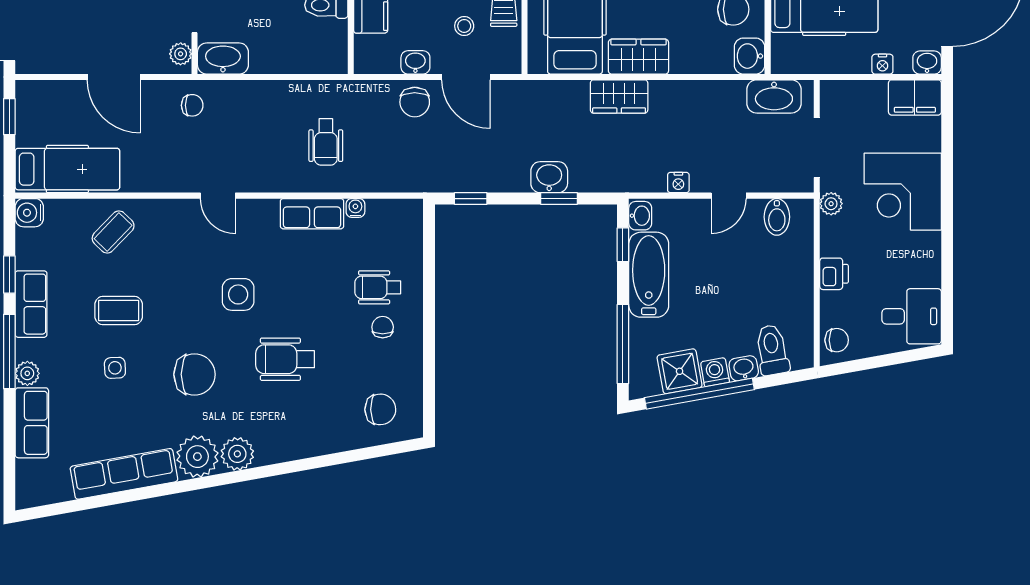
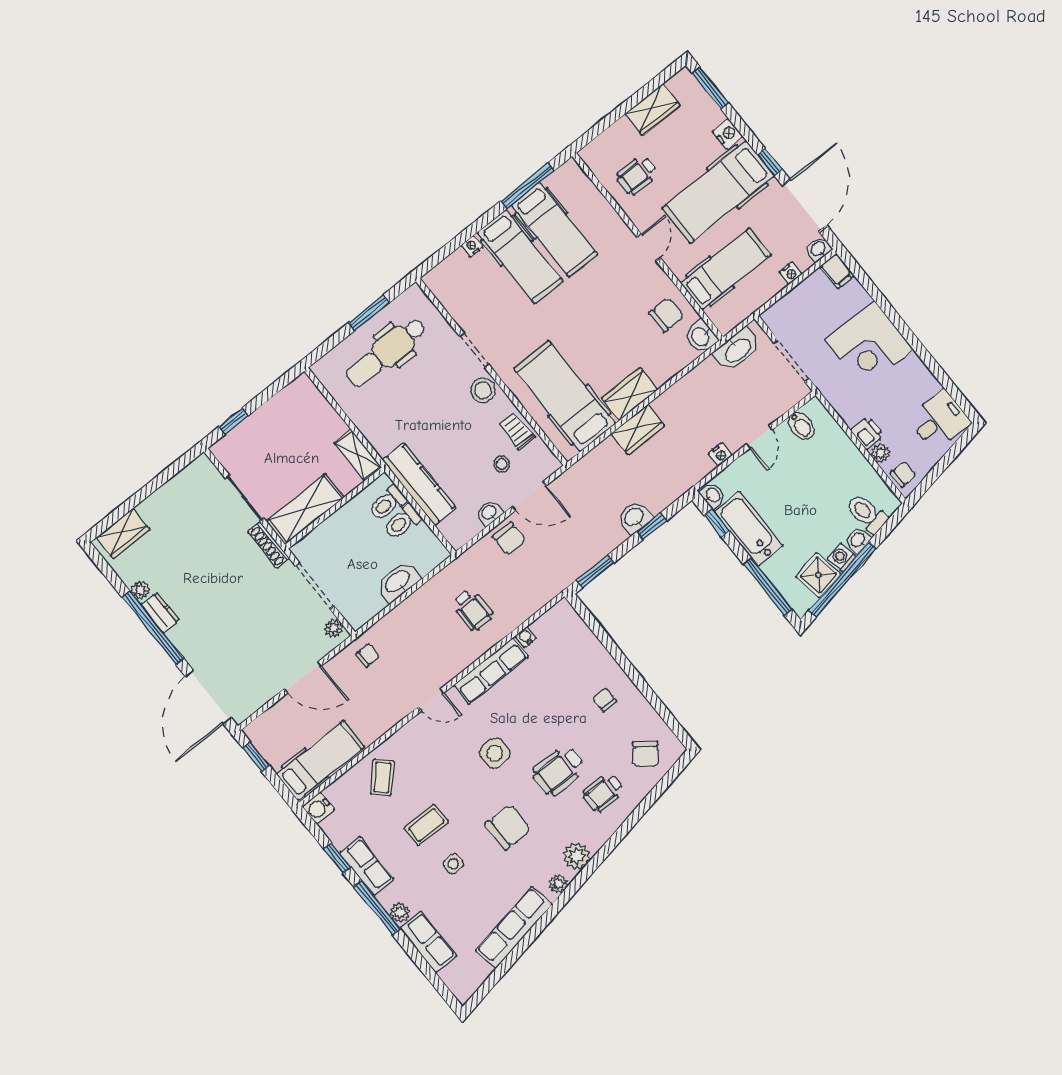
washbasin: (223, 58) -> (398, 582), moved
filing cabinet: (915, 97) -> (837, 271), width x0.50
window: (471, 199) -> (595, 572), width x1.50
plant: (831, 204) -> (881, 453), moved
row of seats: (312, 214) -> (491, 671), width x1.48
wheelchair: (378, 287) -> (603, 792), moved
chair: (380, 409) -> (645, 754), turned 128
plant: (197, 457) -> (558, 884), width x0.53, depth x0.53

